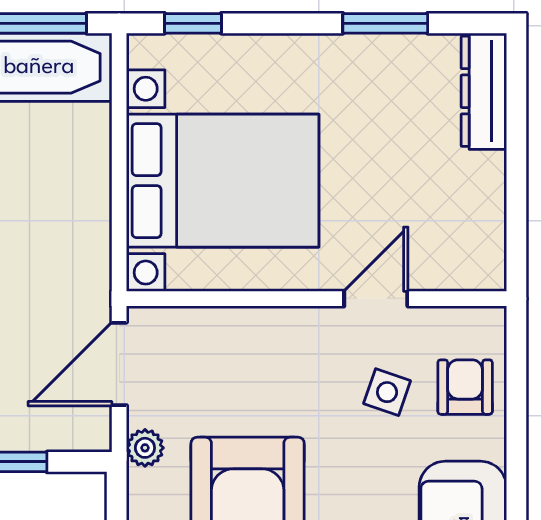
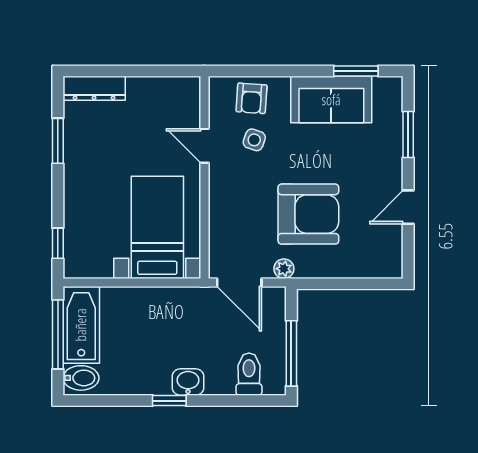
bed with nightstands: (223, 181) -> (157, 227), width x0.73
armchair: (465, 387) -> (252, 98), turned -86

